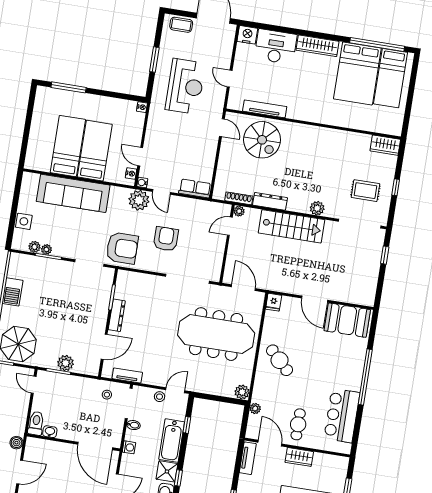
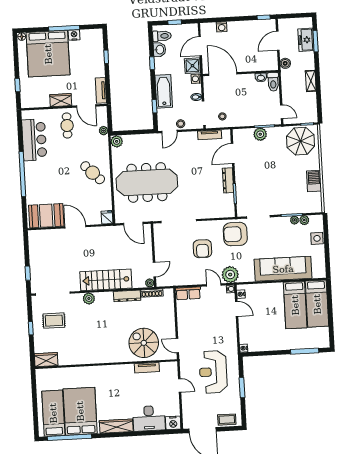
tv unit: (265, 109) -> (147, 368), width x0.71
bed: (95, 151) -> (317, 304), moved
shower: (167, 471) -> (192, 66), moved

